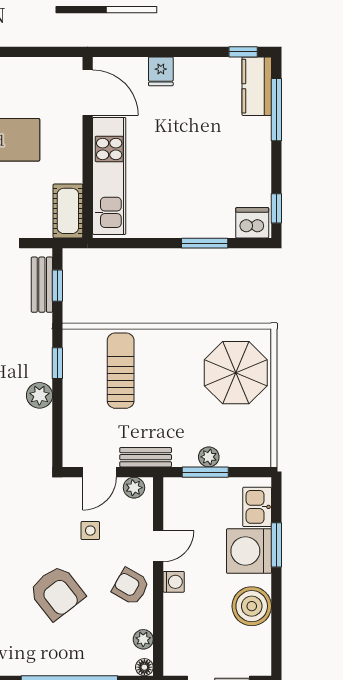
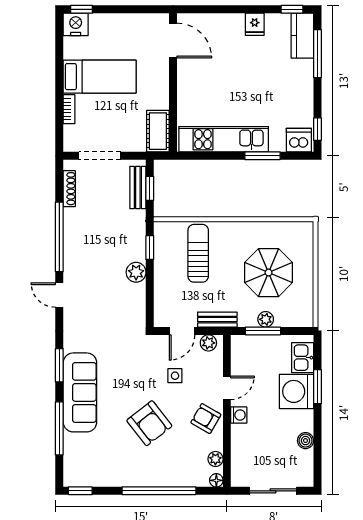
fridge: (161, 71) -> (255, 24), moved
kitchen unit: (109, 176) -> (224, 139), moved, turned -90
parasol: (236, 373) -> (269, 273), moved
boiler: (252, 606) -> (305, 441), width x0.54, depth x0.54

